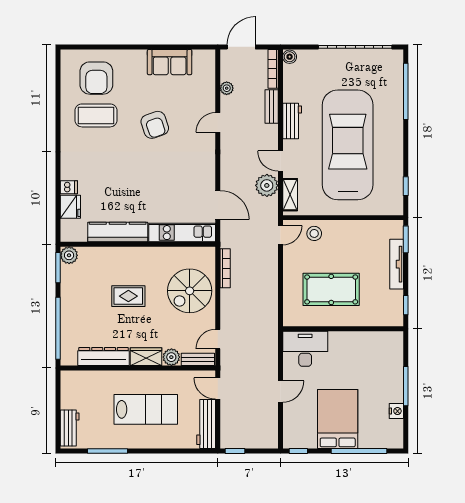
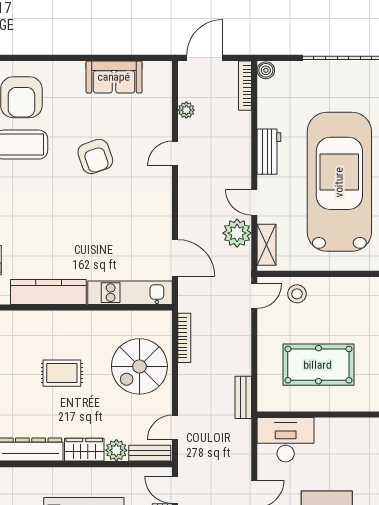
bench: (272, 107) -> (243, 397), moved

